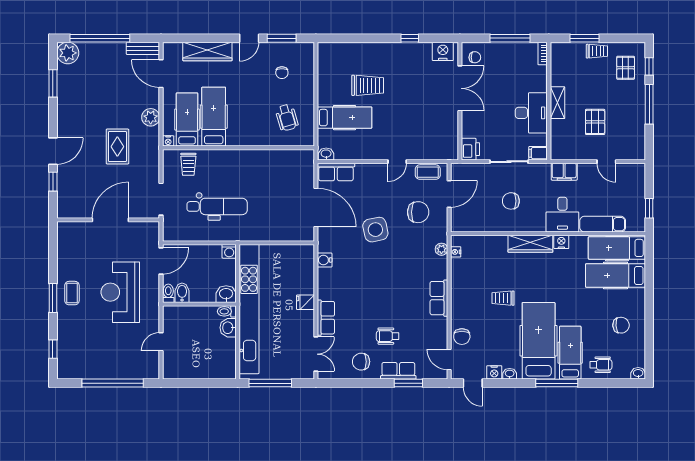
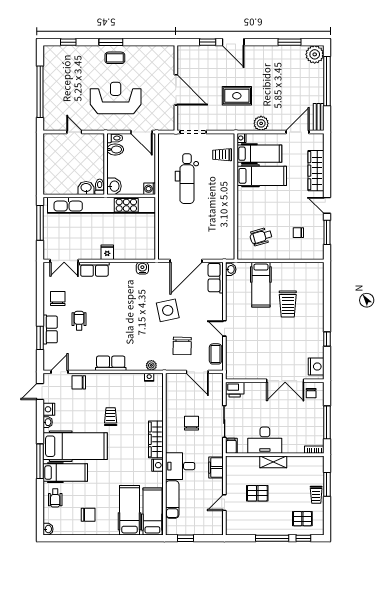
chair: (621, 325) -> (88, 515), turned -86

